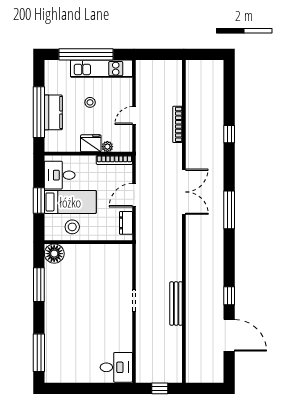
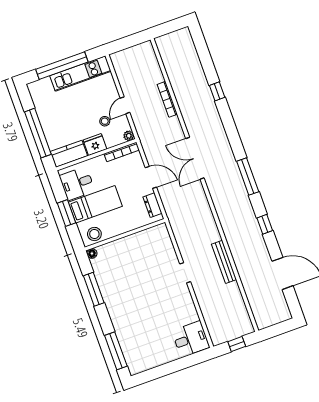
stool: (90, 102) -> (105, 121), moved
kitchen counter: (53, 112) -> (69, 154), moved, turned -90
plant: (107, 147) -> (129, 136), moved
double door: (184, 192) -> (195, 158), swing flipped
door: (134, 195) -> (151, 177), swing flipped
window: (229, 210) -> (248, 177), moved
stool: (72, 227) -> (94, 234), moved
floor lamp: (54, 254) -> (92, 253), width x0.53, depth x0.53
window: (229, 296) -> (265, 224), moved

